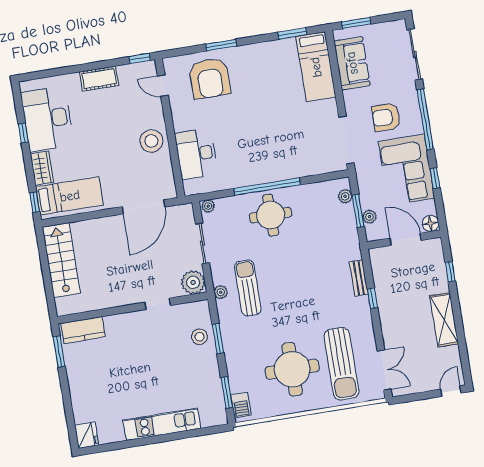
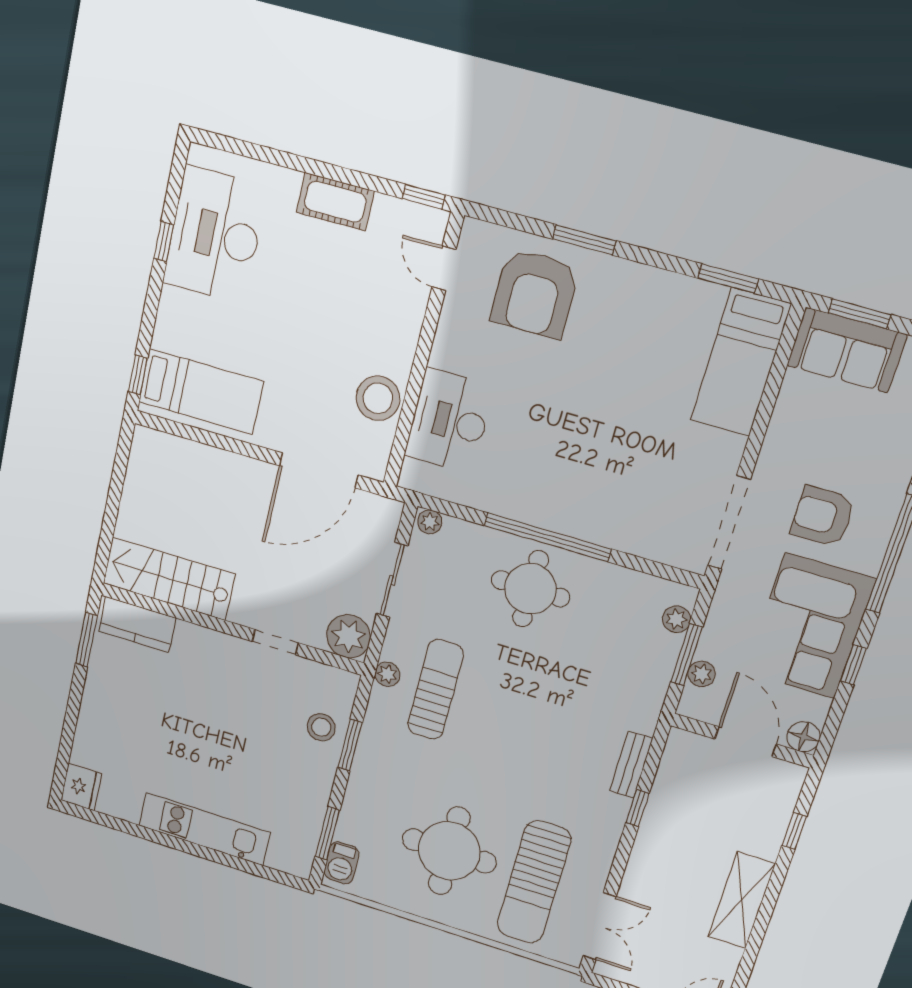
sofa: (352, 63) -> (847, 350), moved, turned 90
stool: (151, 141) -> (378, 398), moved
wardrobe: (42, 168) -> (172, 320), removed
stairs: (61, 260) -> (169, 579), moved, turned -90

